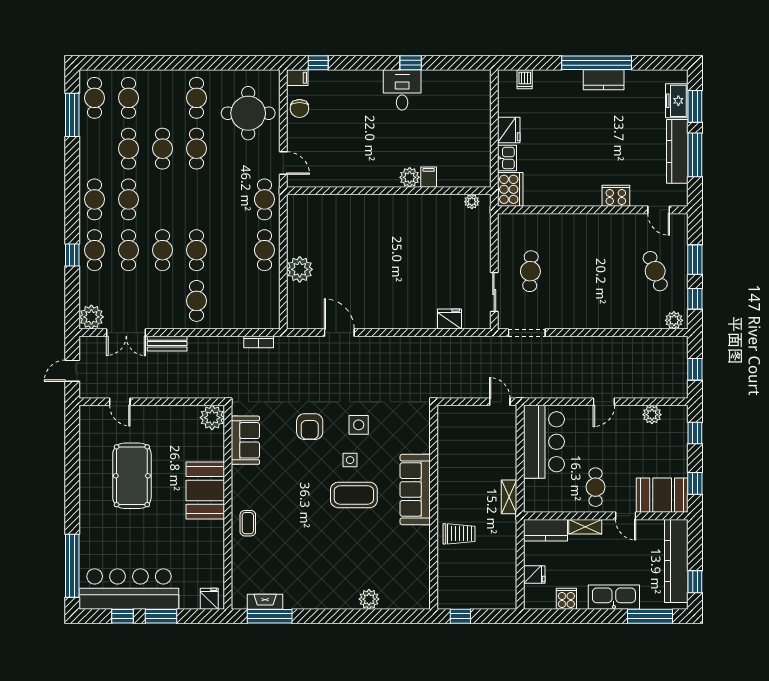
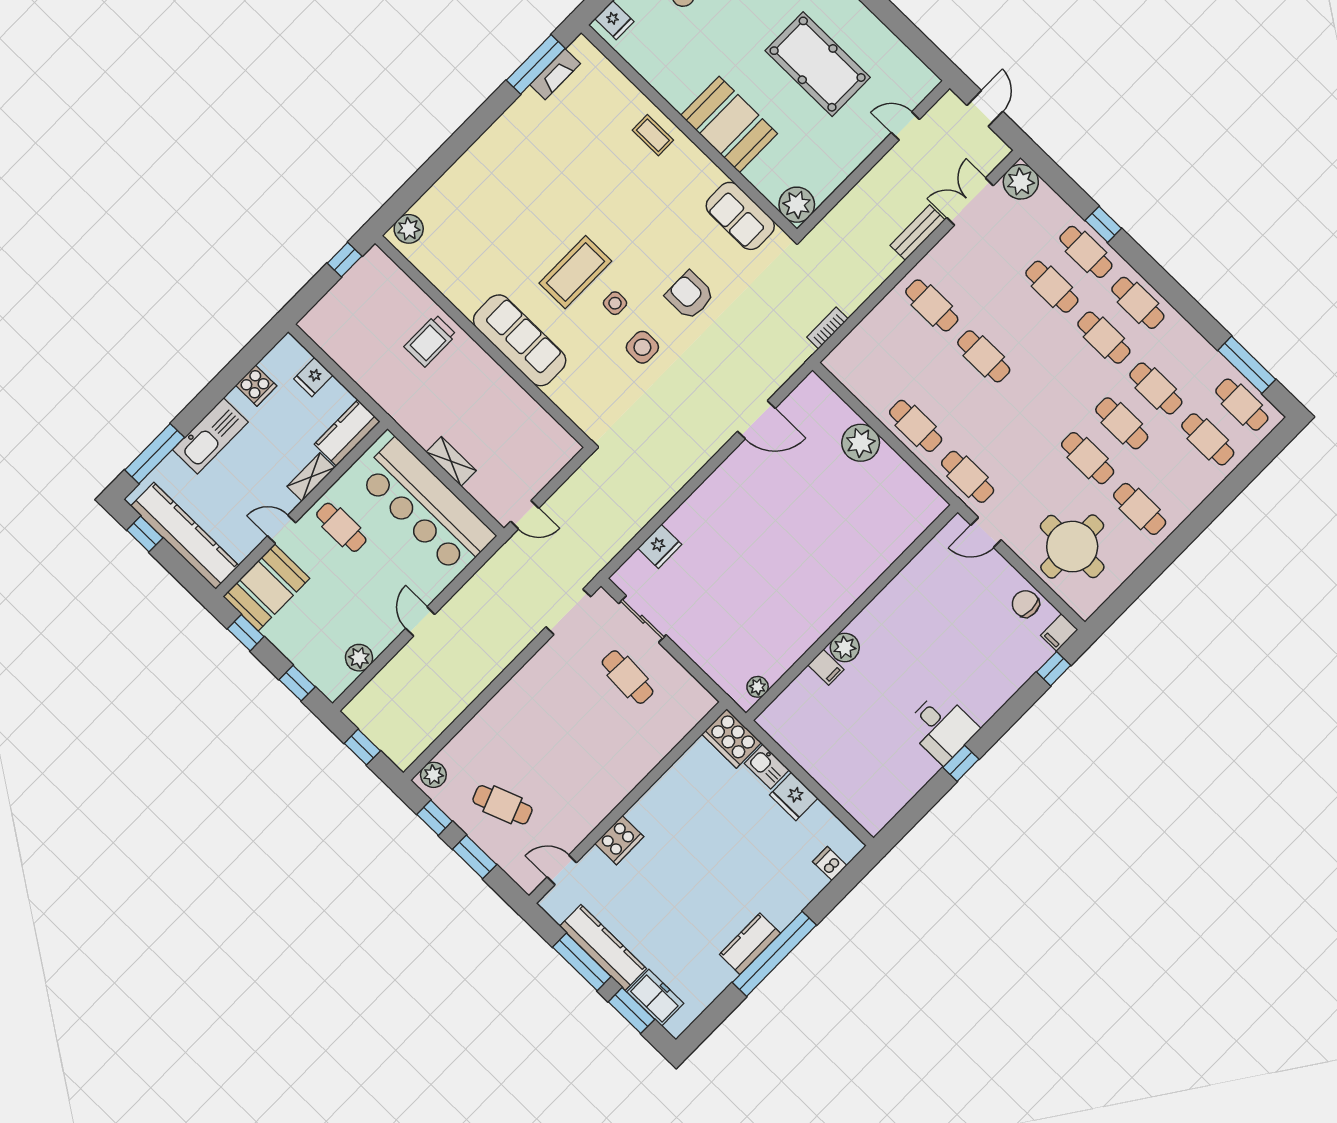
cafe table: (162, 250) -> (1018, 322), removed
bar counter: (544, 442) -> (426, 507), width x1.36
shelving: (509, 497) -> (451, 461), moved
plant: (369, 599) -> (409, 229), moved

